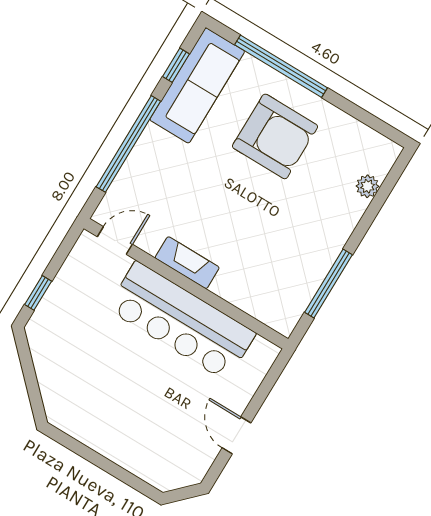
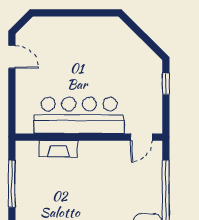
fireplace: (187, 263) -> (58, 149), moved
door: (237, 435) -> (12, 57), moved

